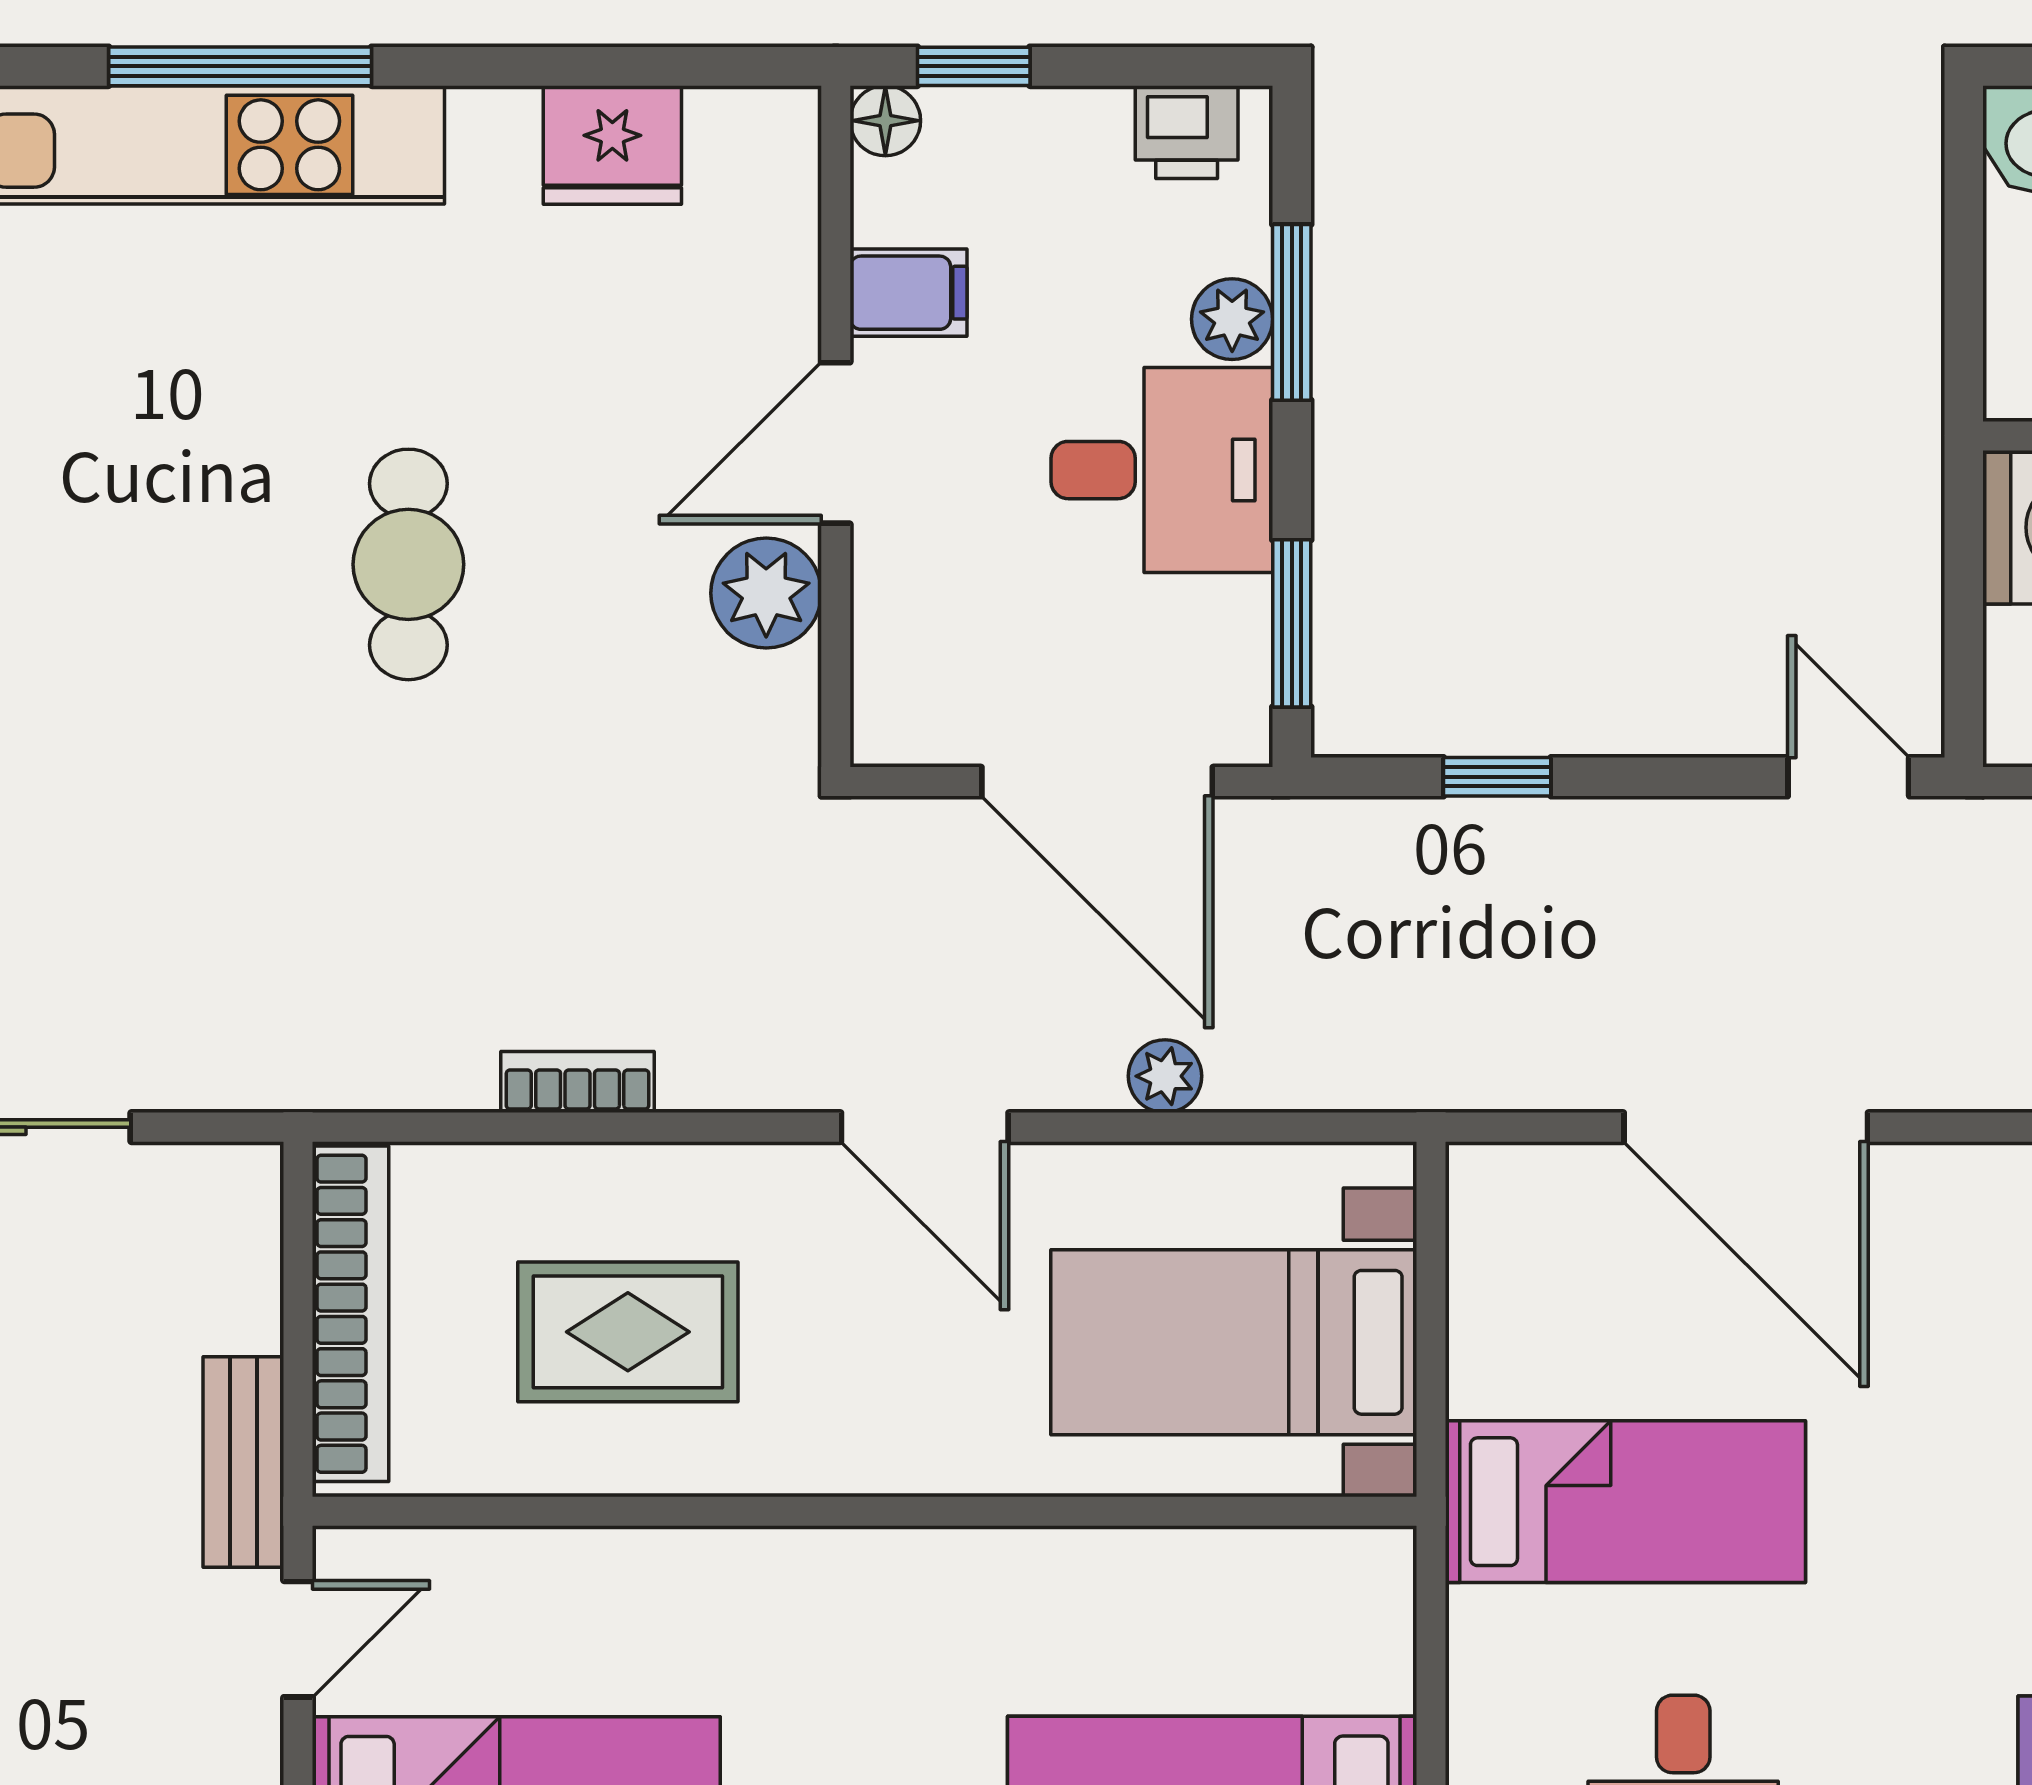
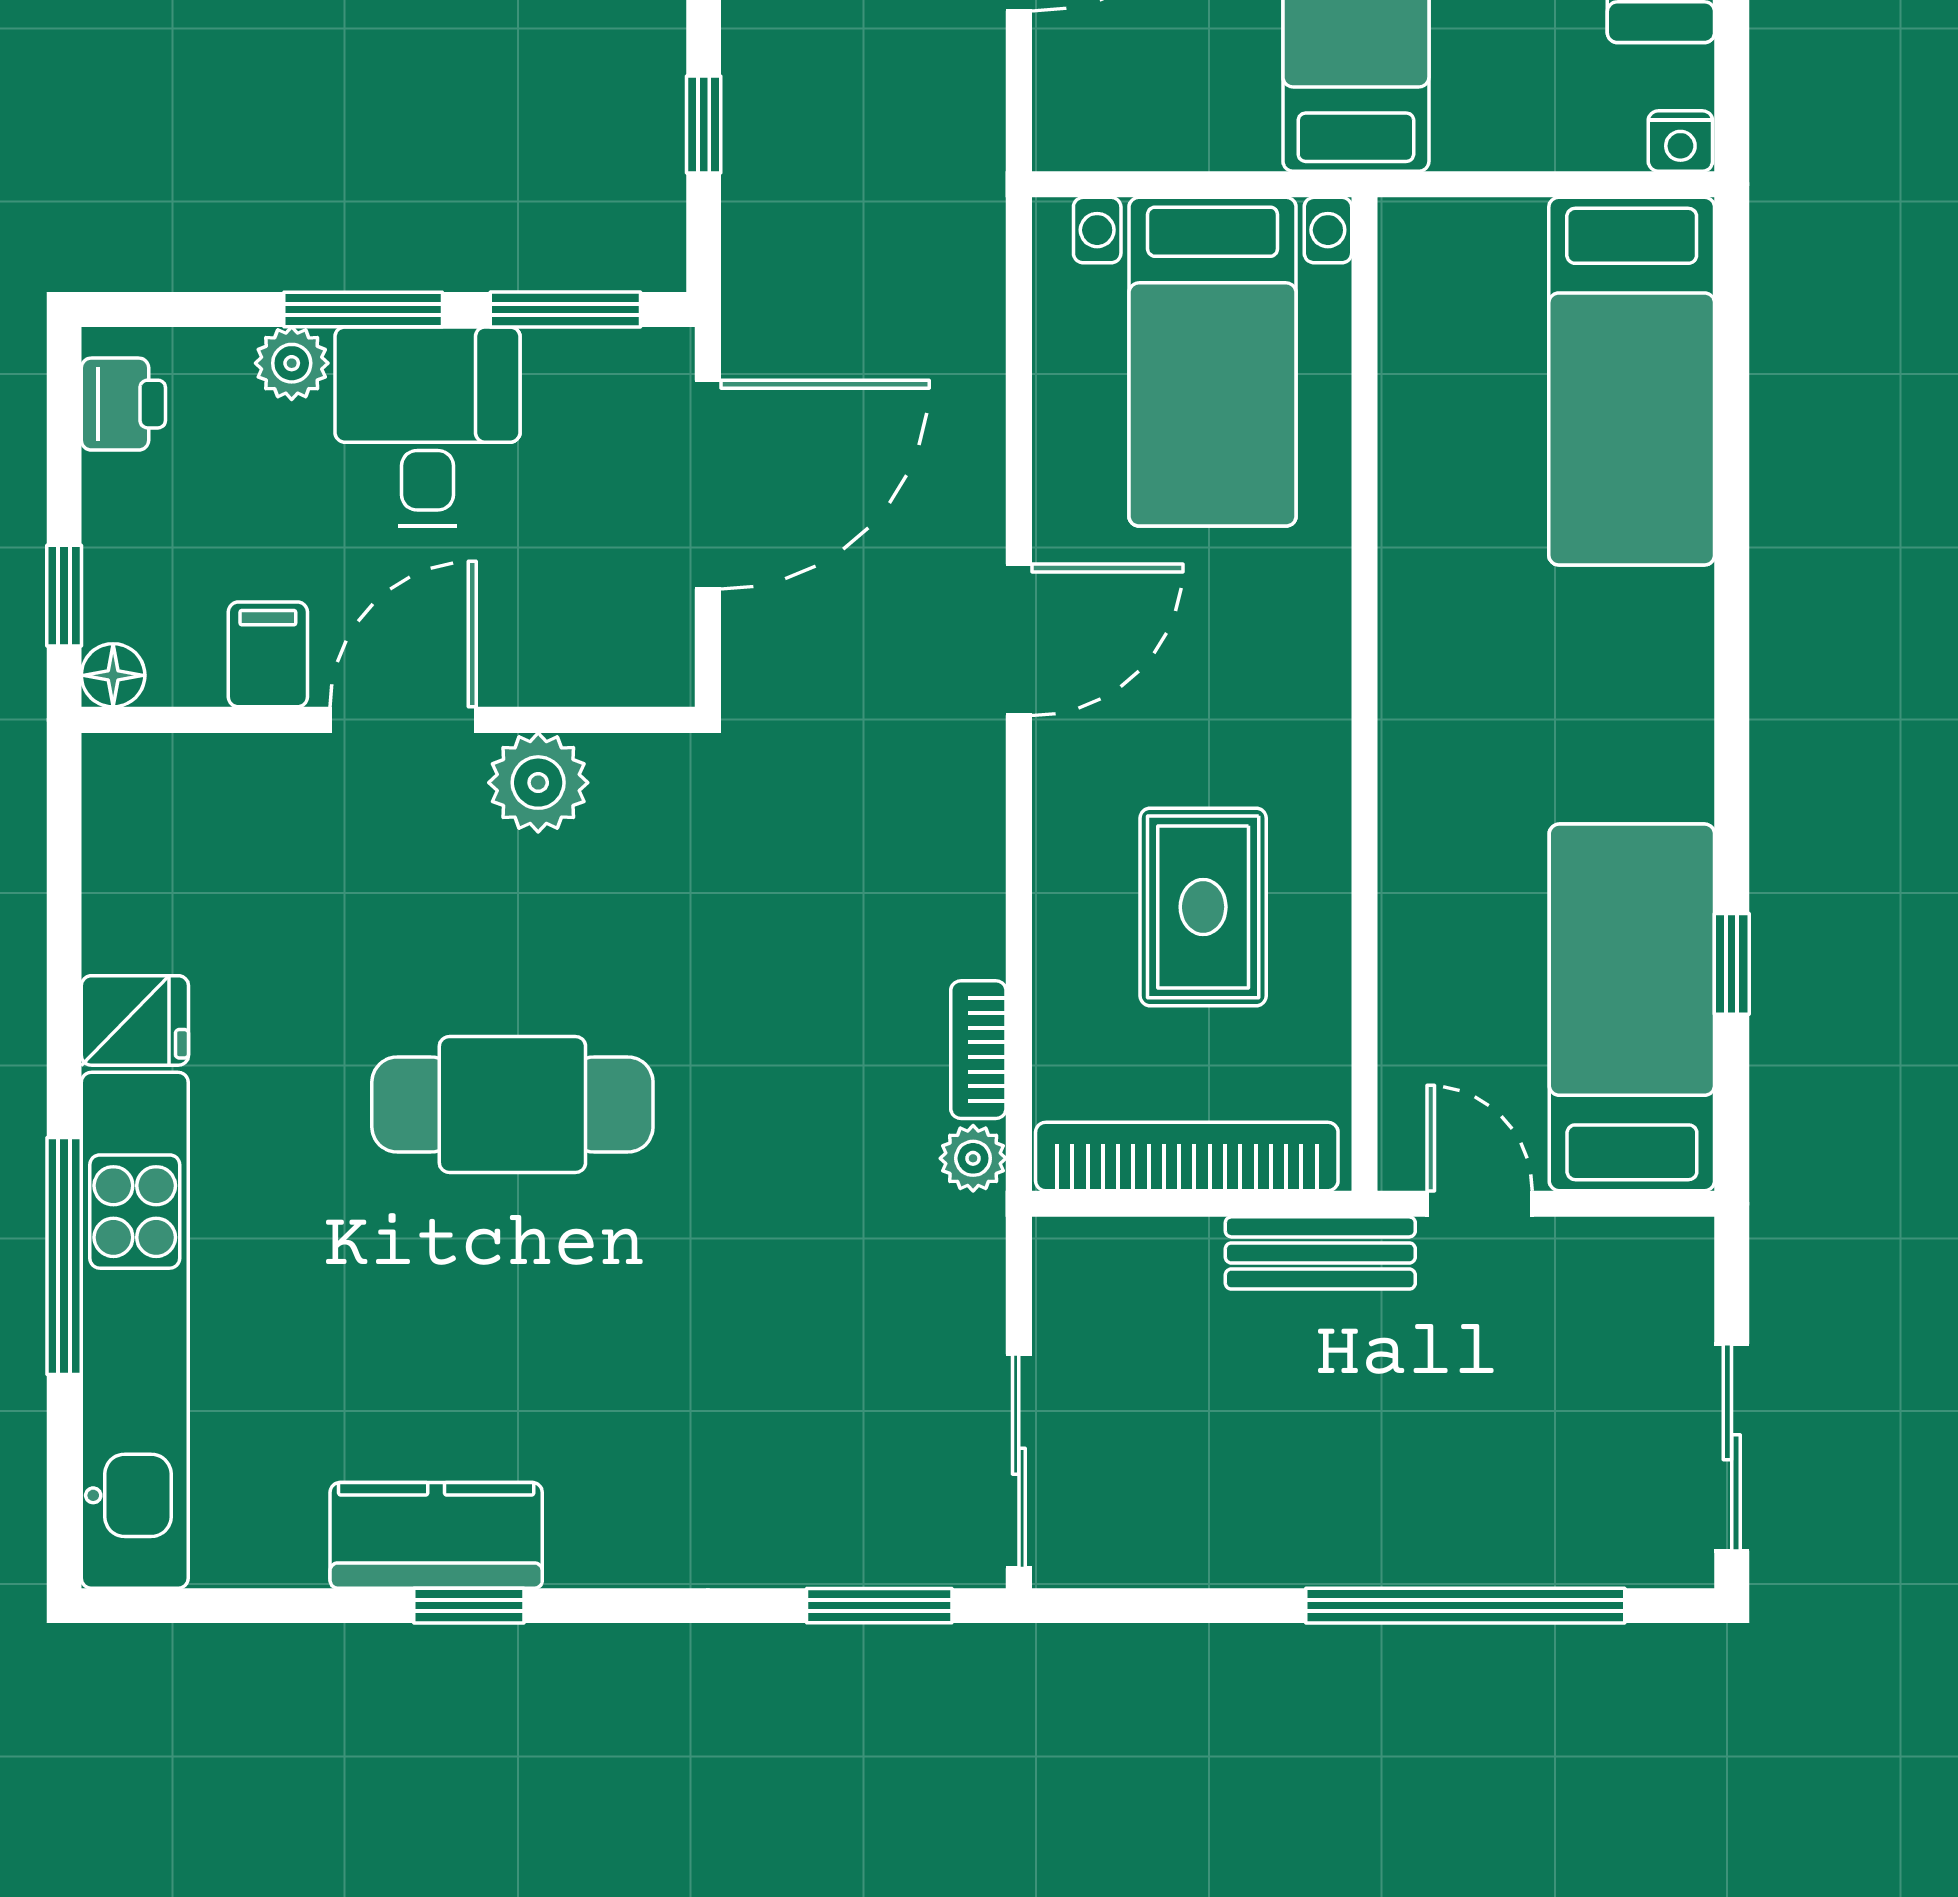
fridge: (612, 145) -> (135, 1020), moved, width x0.72
window: (1292, 312) -> (363, 309), moved
door: (836, 443) -> (403, 720), swing flipped
cafe table: (408, 564) -> (512, 1105), width x1.37, depth x1.35
plant: (1165, 1076) -> (973, 1158), moved
bookcase: (578, 1082) -> (978, 1050), moved

